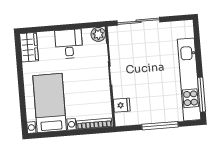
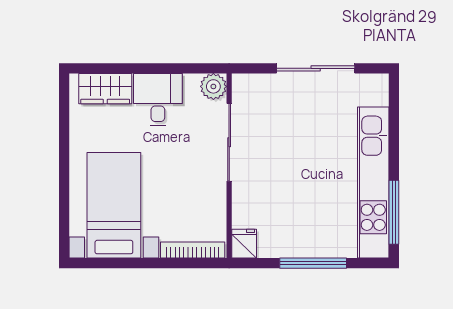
sliding door: (138, 21) -> (316, 68), moved
wardrobe: (29, 47) -> (105, 89), moved, turned 90
fridge: (122, 105) -> (244, 244), moved, turned -90

